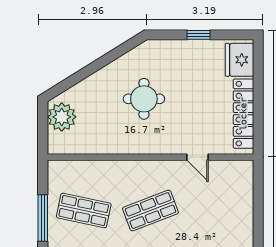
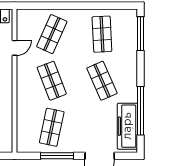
shop shelf: (217, 211) -> (52, 34), added

